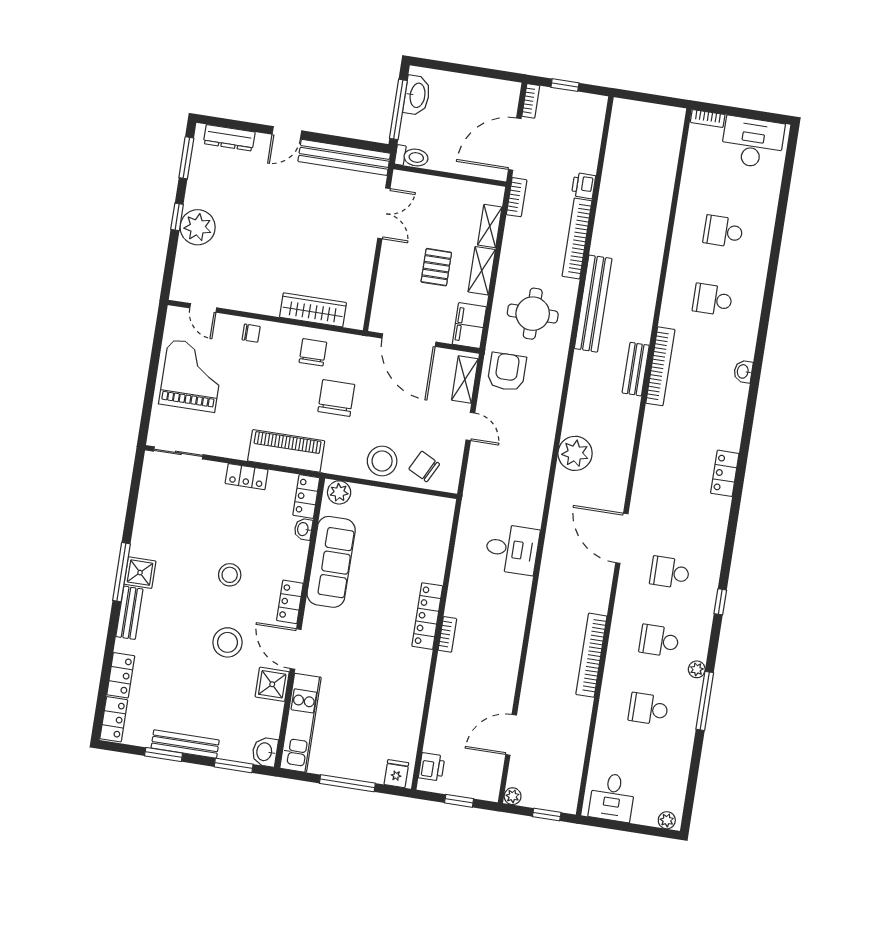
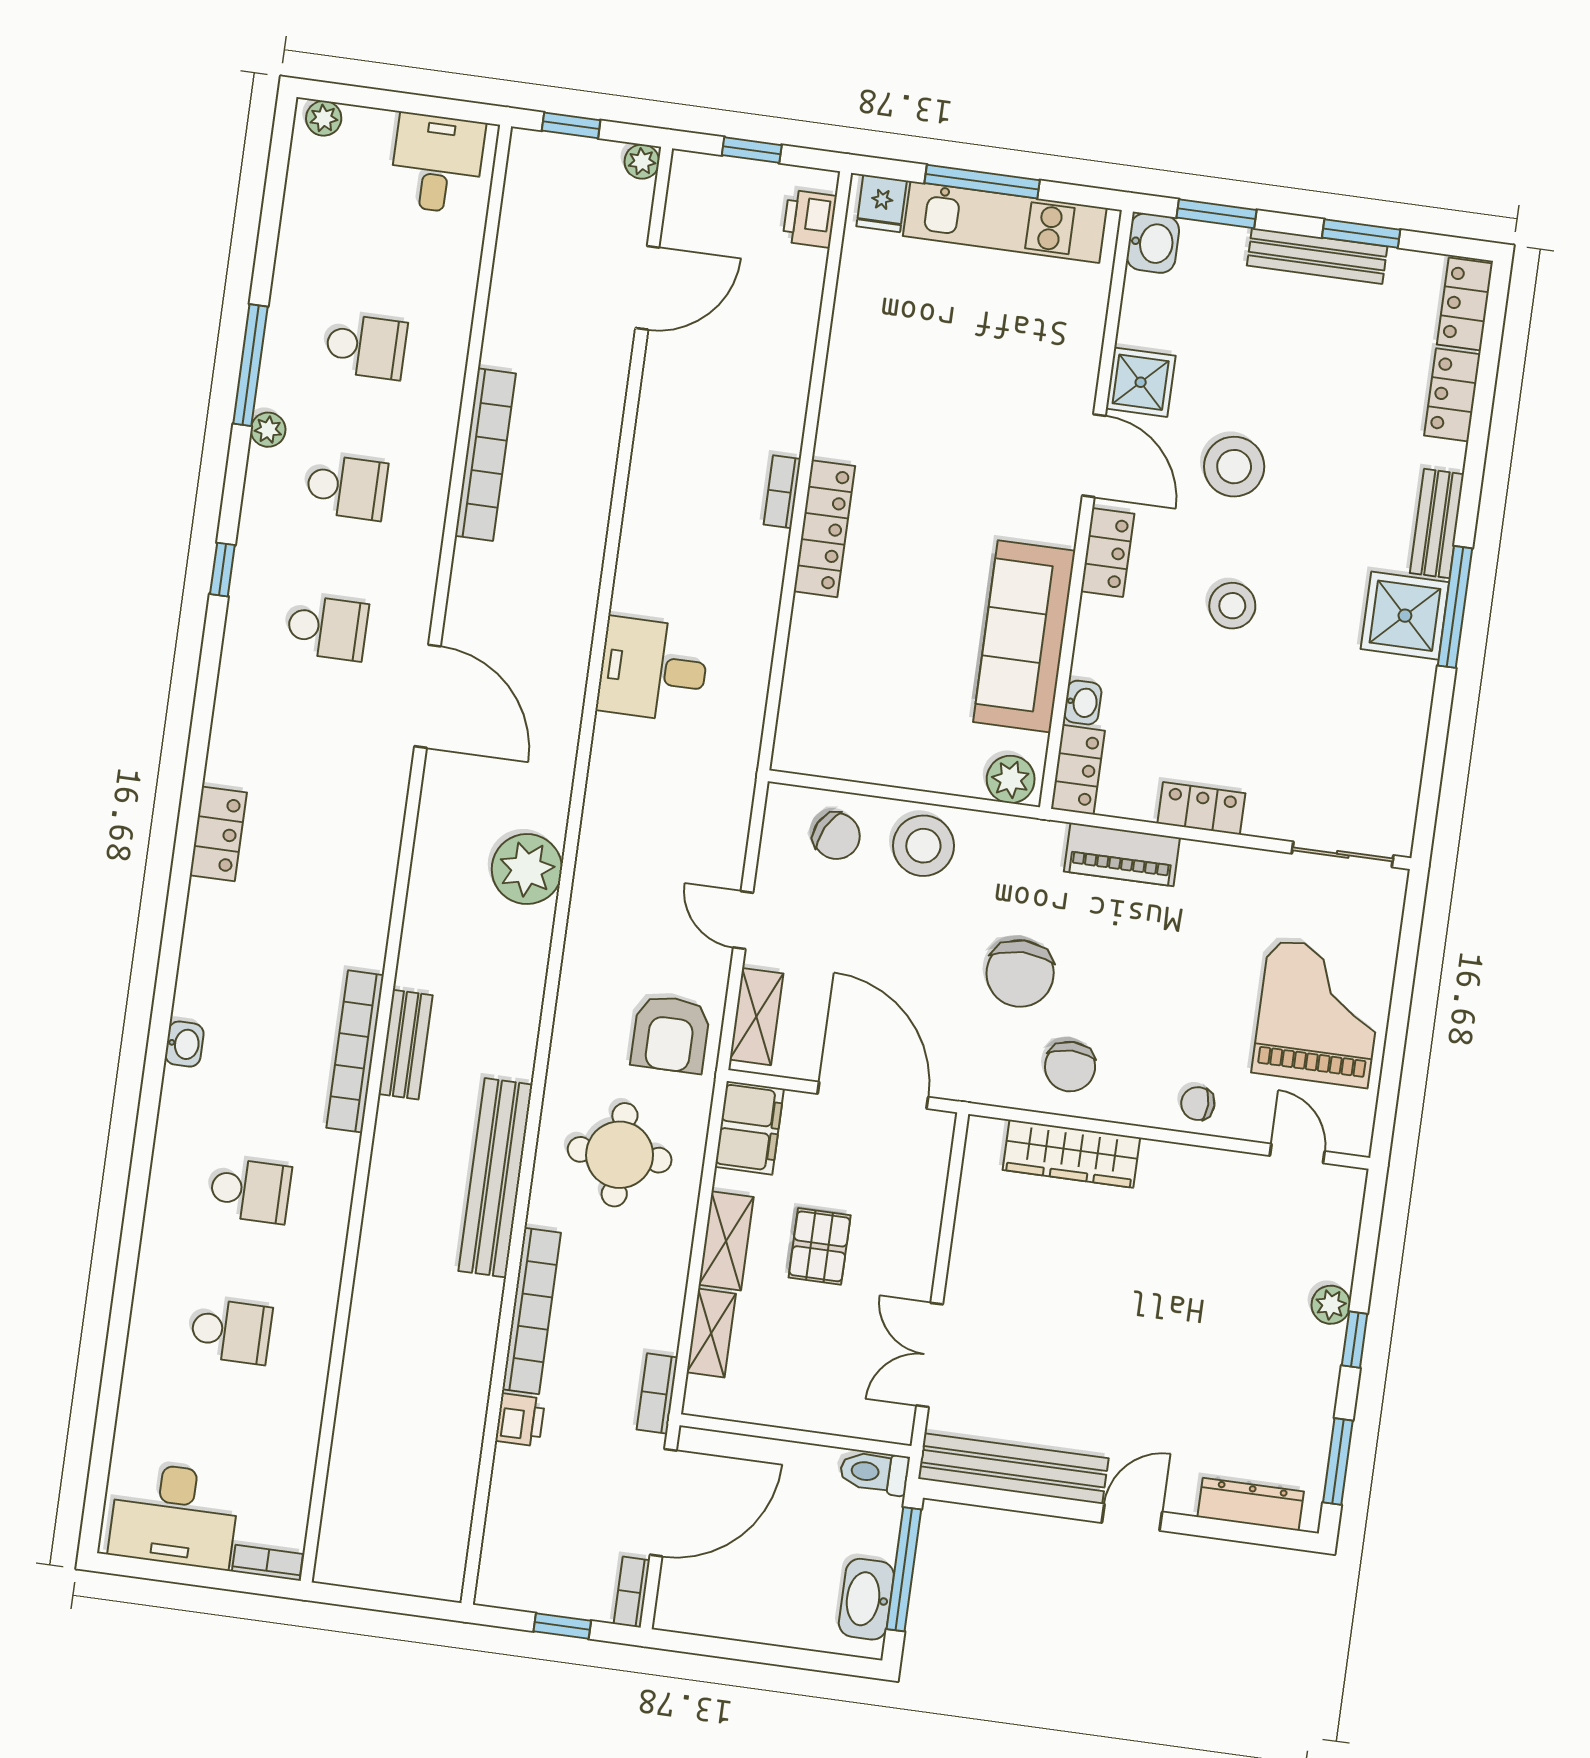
plant: (198, 227) -> (1331, 1305), width x0.53, depth x0.53
grand piano: (192, 376) -> (1318, 1013), turned 180
piano: (286, 451) -> (1122, 855), width x0.73, depth x0.75
shower: (140, 573) -> (1405, 616), width x1.36, depth x1.36
kitchen unit: (300, 723) -> (1005, 222), moved, turned -90

